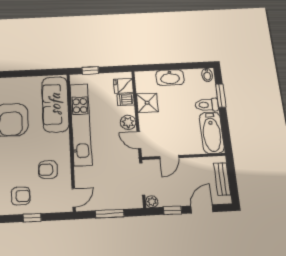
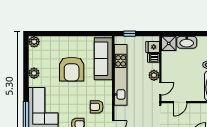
shower: (147, 103) -> (169, 43), moved
door: (139, 140) -> (160, 89), swing flipped

